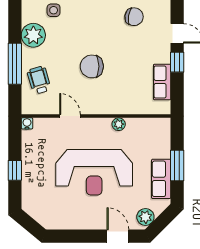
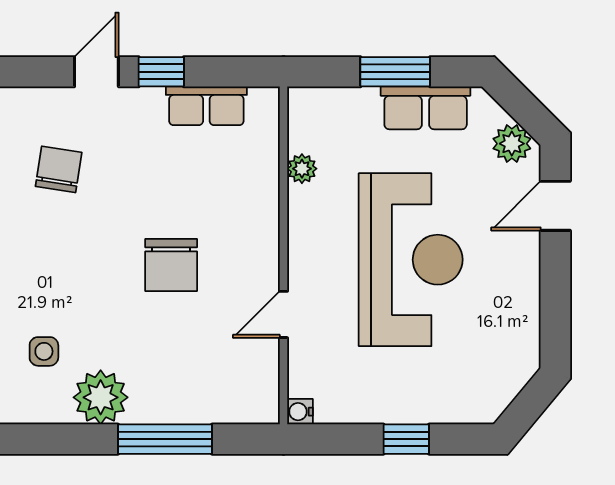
wheelchair: (39, 80) -> (202, 384), removed
plant: (119, 124) -> (302, 169), moved

